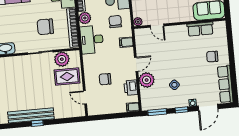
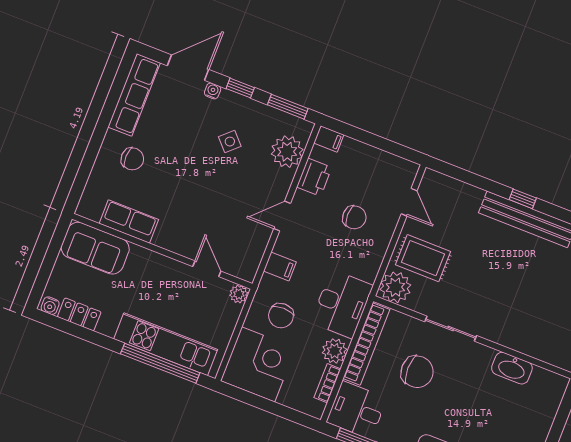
plant: (62, 59) -> (395, 287), moved
plant: (147, 80) -> (287, 152), moved

